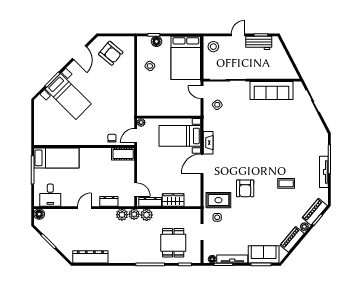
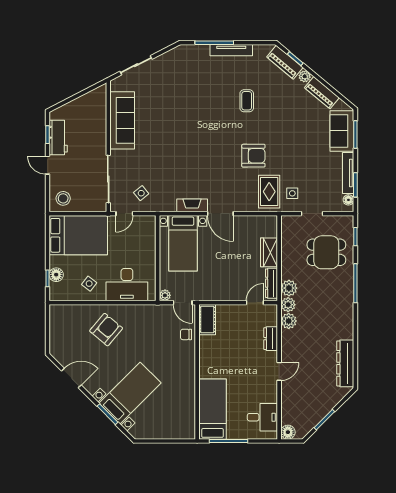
armchair: (111, 53) -> (106, 330), moved
desk: (149, 94) -> (127, 285), added
door: (84, 208) -> (279, 371), swing flipped

